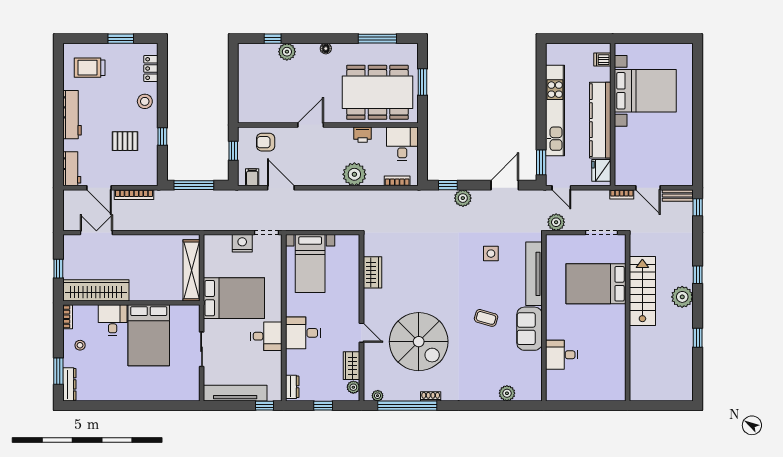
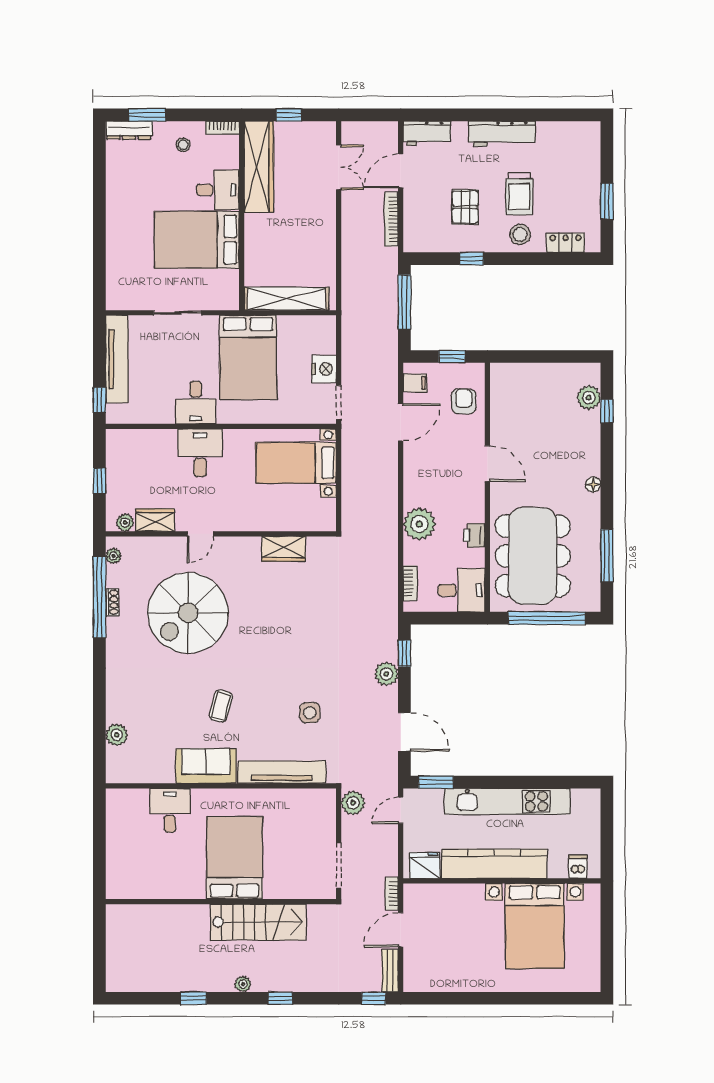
plant: (287, 52) -> (589, 398), moved
trolley: (90, 68) -> (519, 194), moved, turned 180
window: (422, 82) -> (547, 618), width x2.11
bed: (596, 284) -> (235, 858), moved
plant: (682, 297) -> (243, 984), width x0.53, depth x0.53
dresser: (292, 387) -> (126, 438), removed
shoe rack: (431, 396) -> (112, 602), moved

